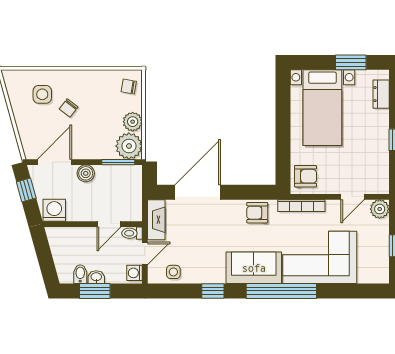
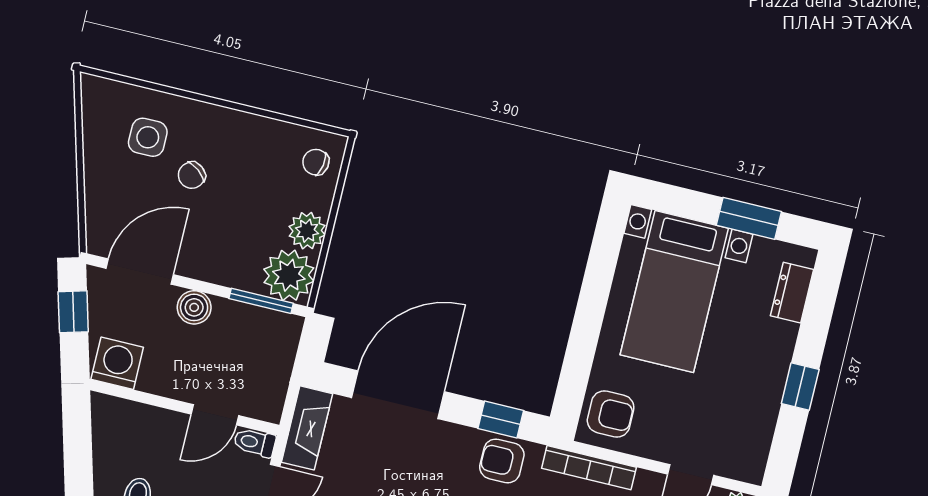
window: (252, 192) -> (501, 420), added

